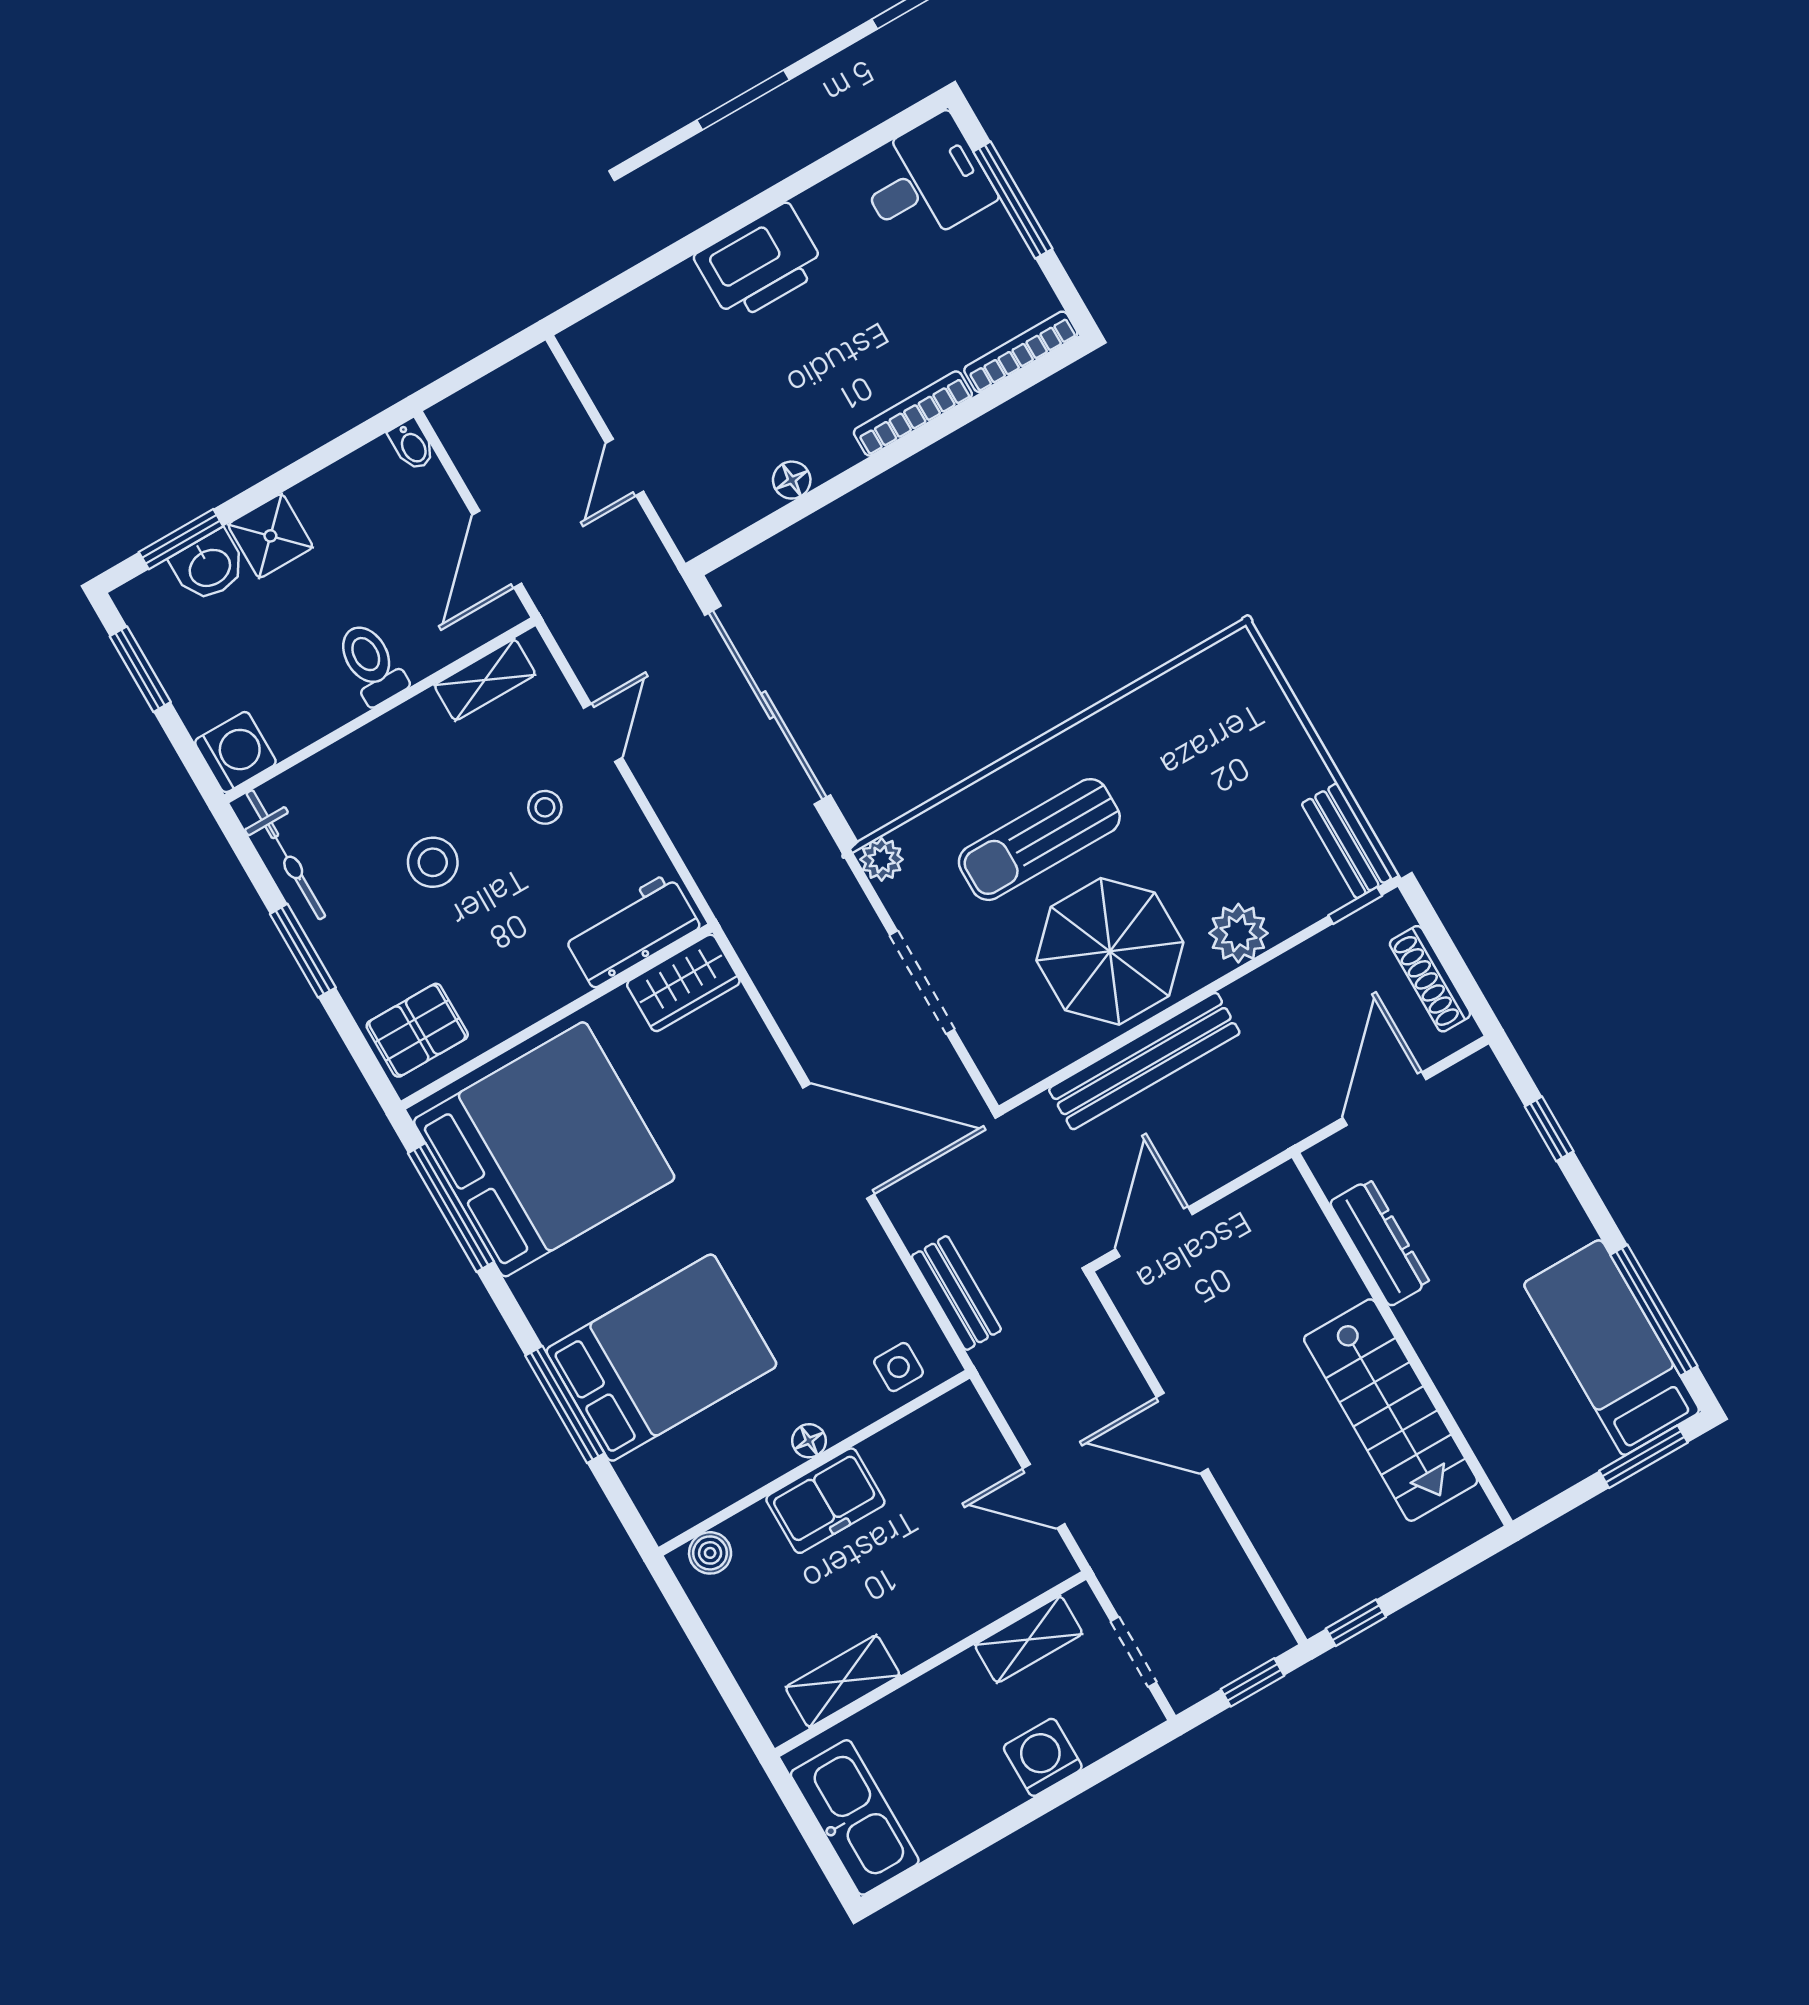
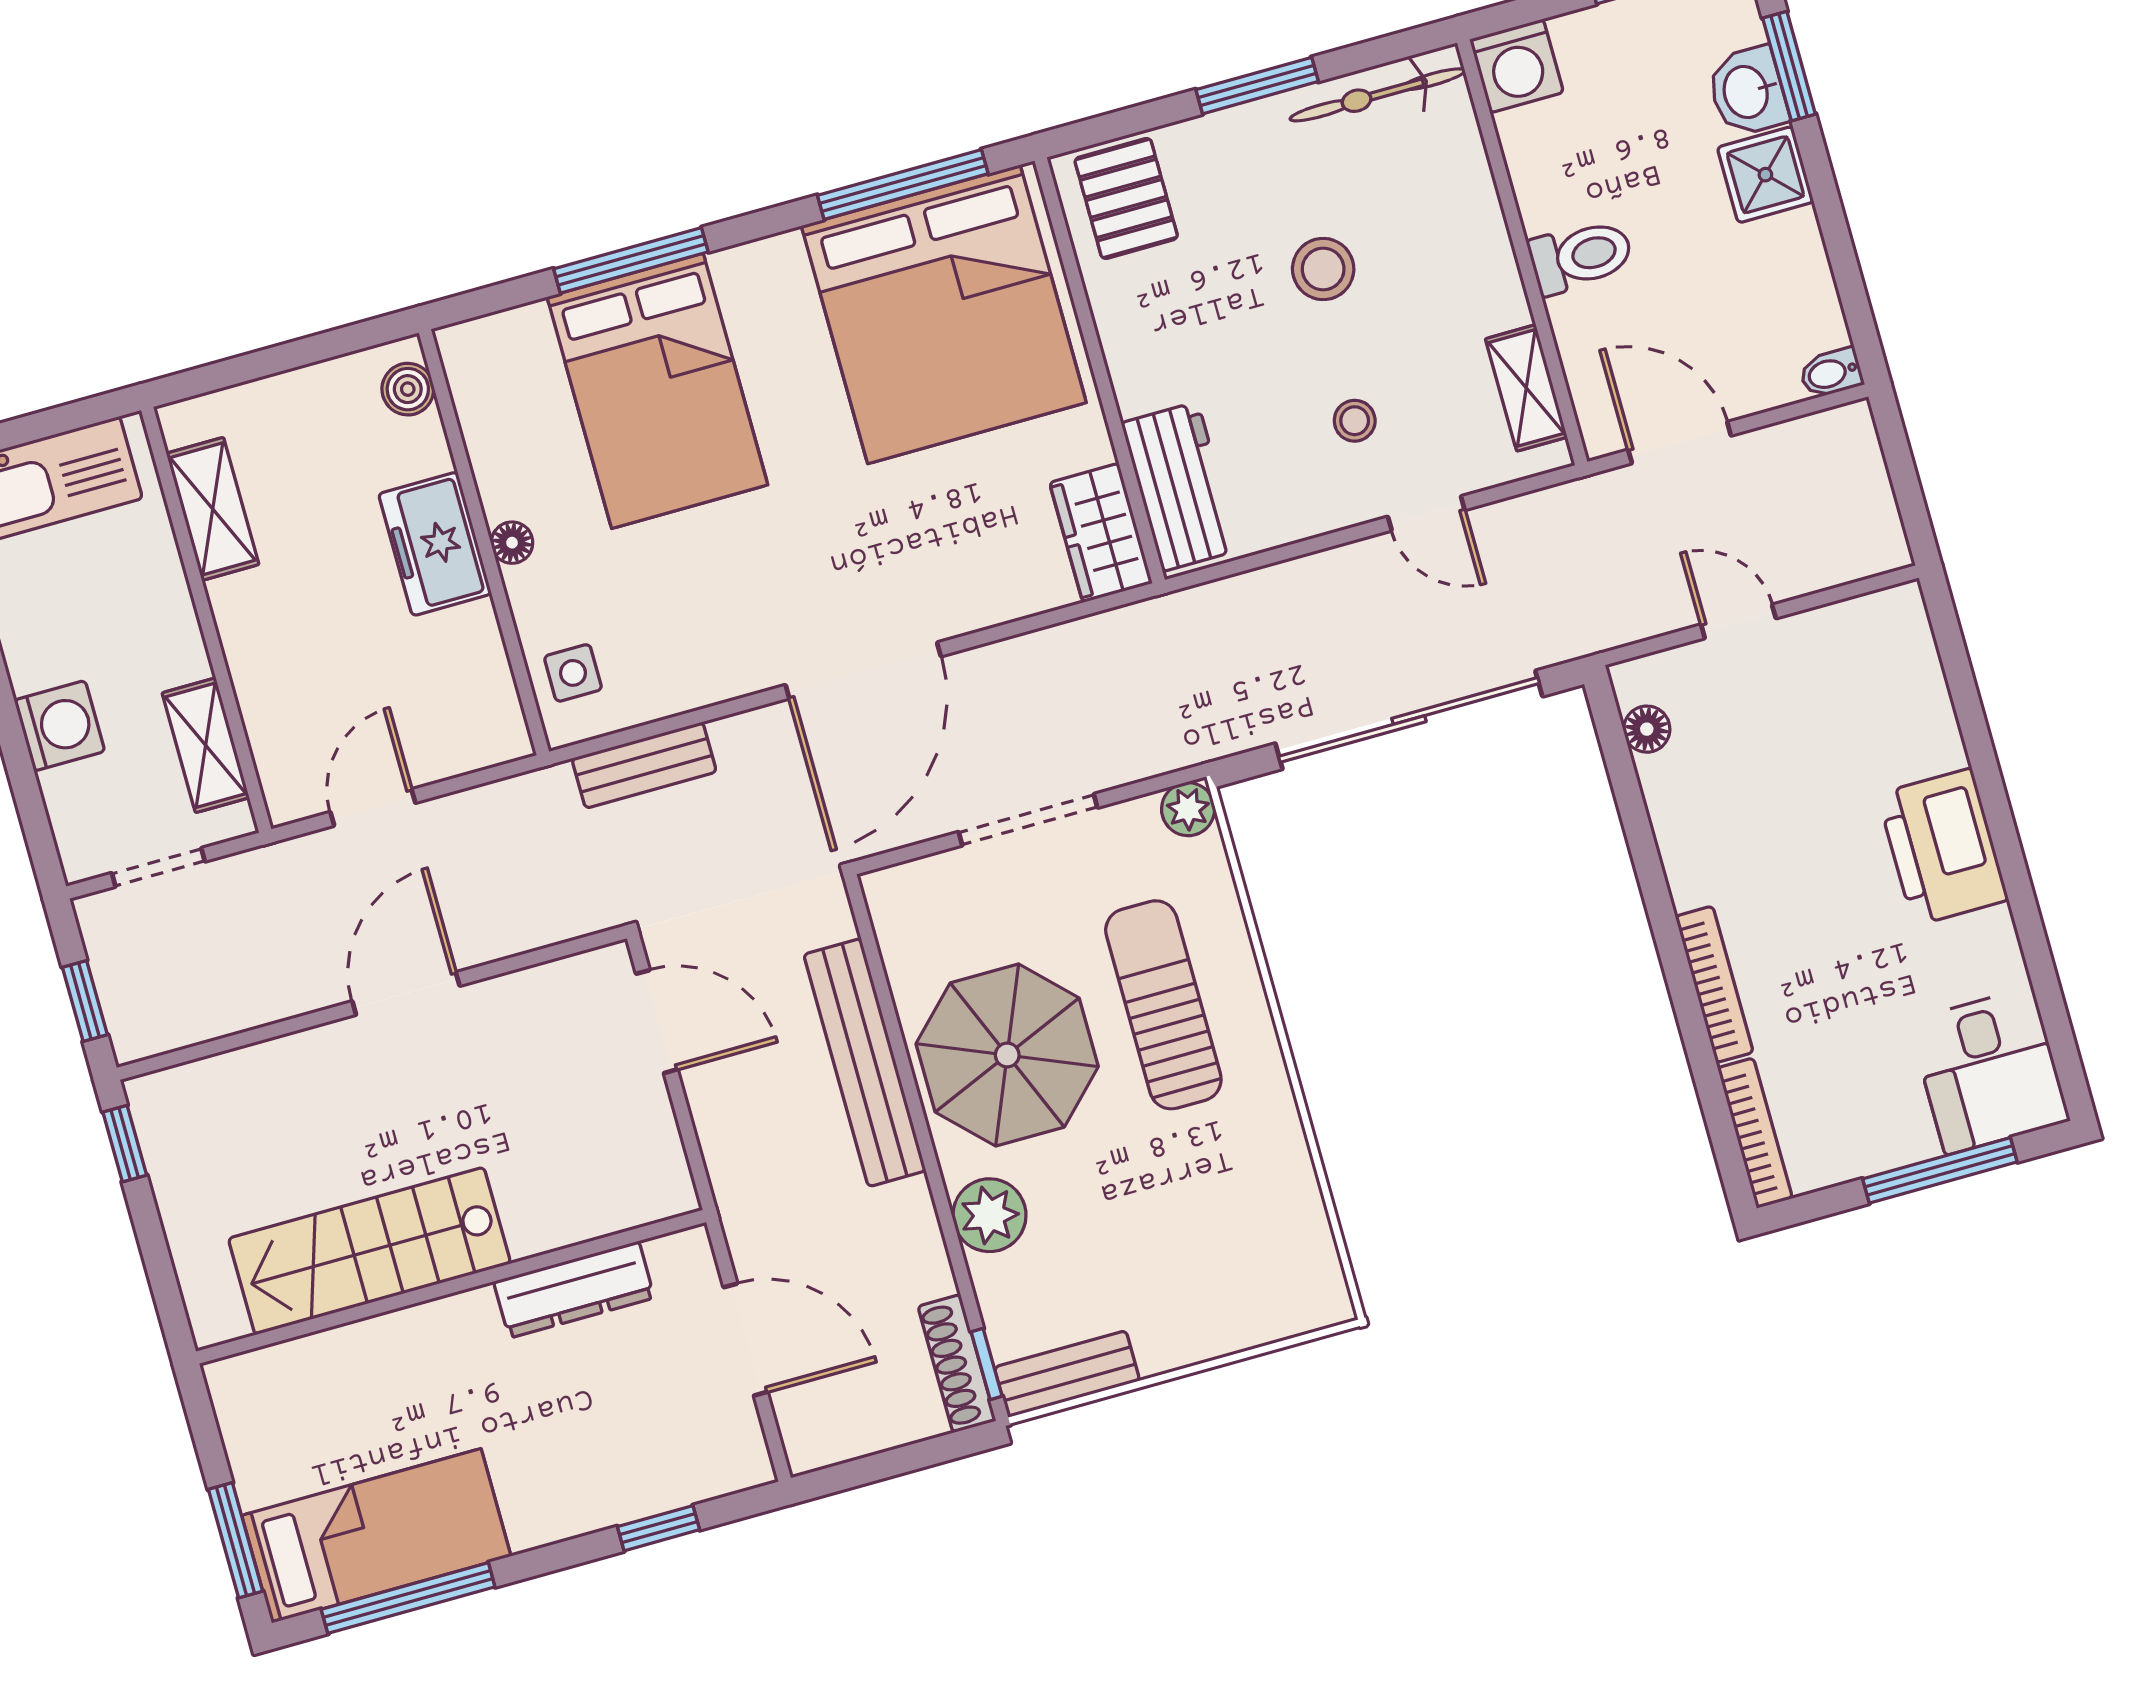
floor lamp: (792, 480) -> (1647, 729), moved
shoe rack: (1430, 979) -> (957, 1364), moved, turned -90

